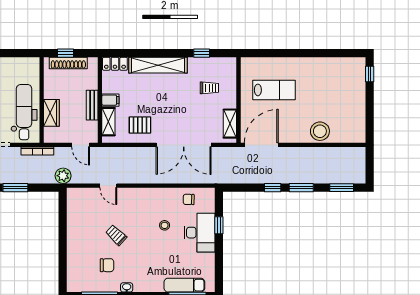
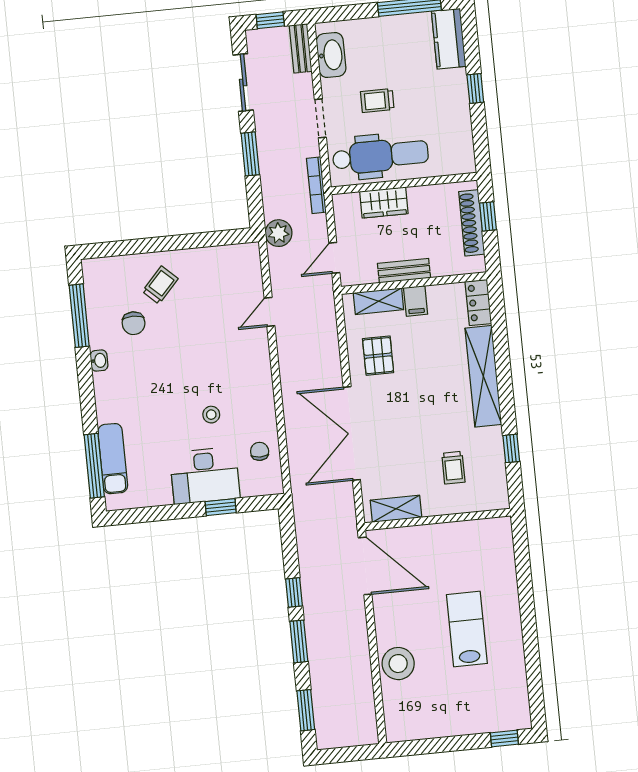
lab bench: (274, 90) -> (467, 629), moved, turned 180
trolley: (116, 235) -> (160, 285), moved

